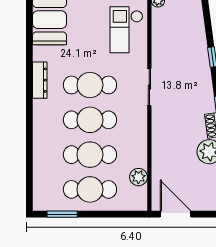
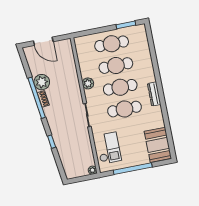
dresser: (40, 80) -> (154, 94), moved
plant: (138, 177) -> (88, 83), moved
door: (175, 214) -> (43, 41), moved

